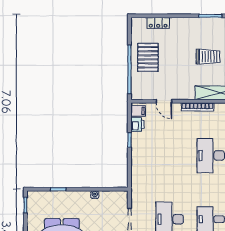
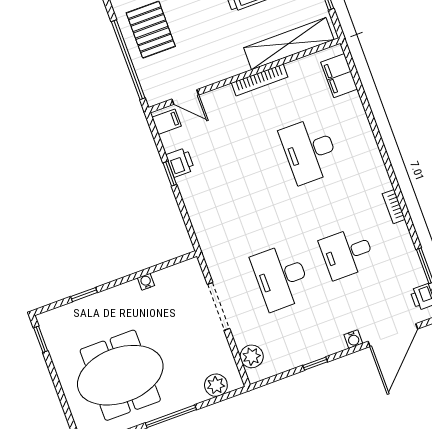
door: (164, 101) -> (185, 97), moved
printer: (137, 125) -> (180, 162), moved

